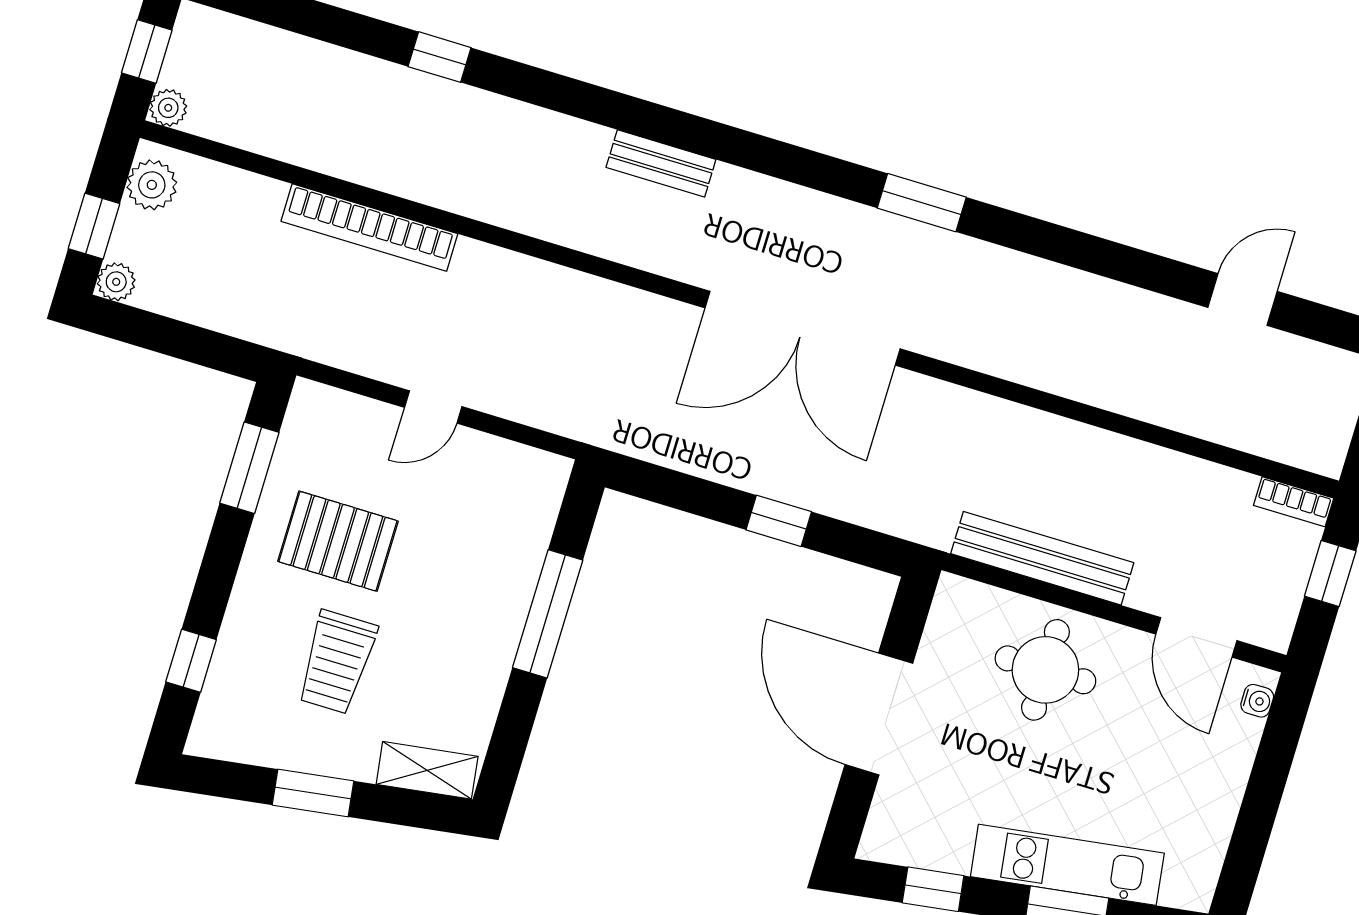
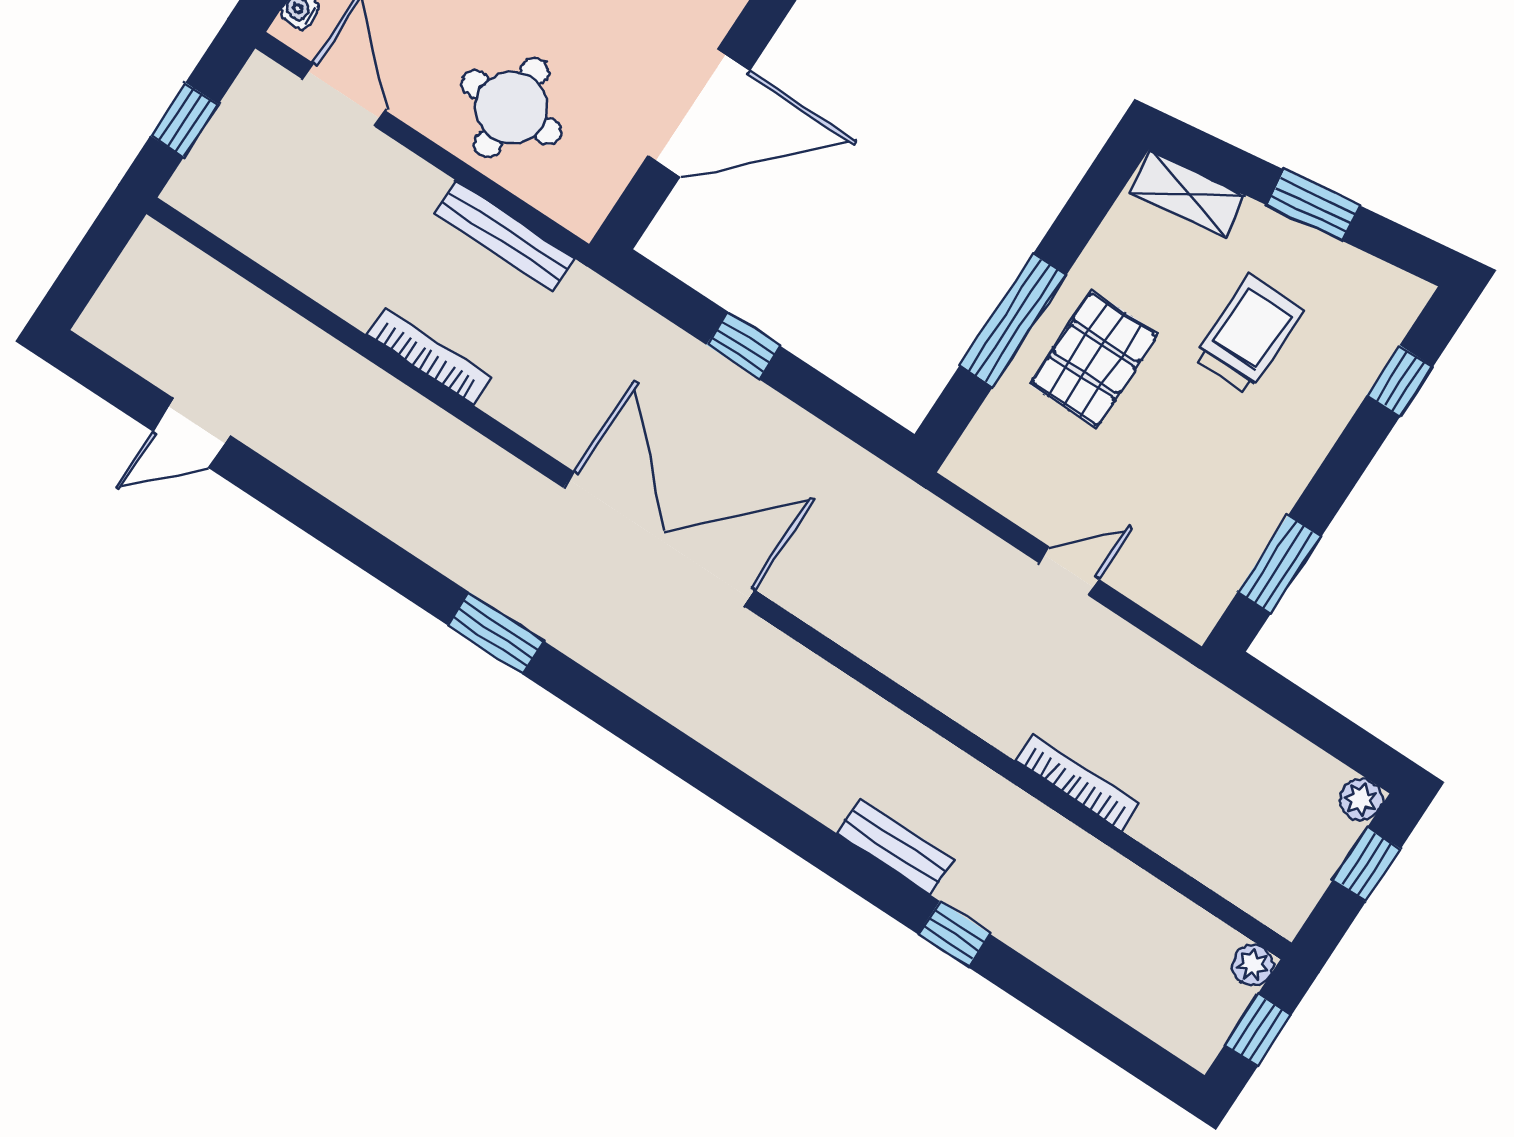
bench: (661, 163) -> (896, 847), moved
plant: (152, 185) -> (1294, 890), removed
bookcase: (369, 228) -> (1077, 782), width x0.68, depth x0.76
bookcase: (1294, 502) -> (429, 356), moved, width x1.56
pallet: (338, 541) -> (1094, 359), moved, turned 90
bench: (1042, 558) -> (504, 236), width x0.73, depth x0.82
door: (879, 714) -> (699, 113), hinge flipped

